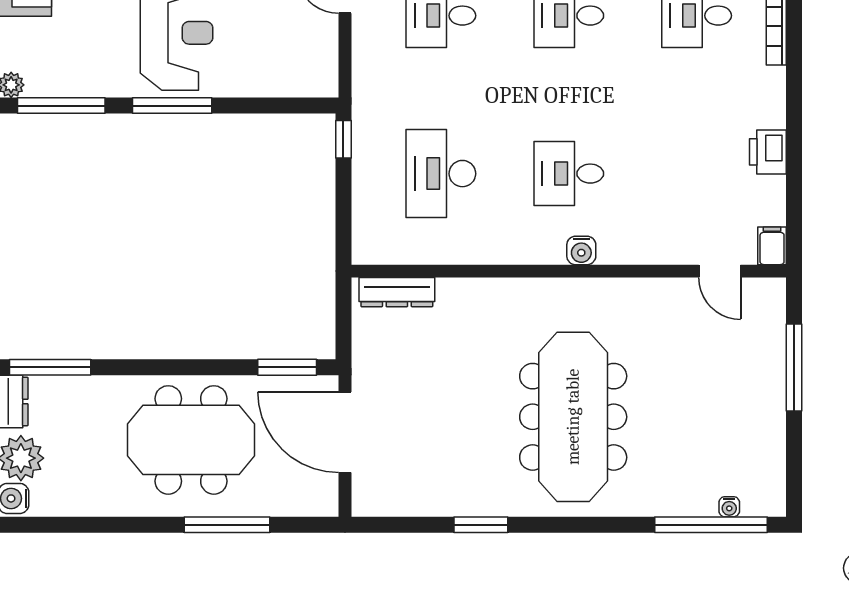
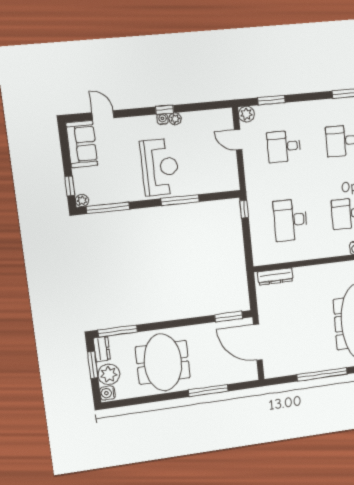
window: (172, 106) -> (180, 200), moved
meeting table: (191, 440) -> (163, 362), moved, turned 90
window: (481, 525) -> (322, 374), width x2.11

